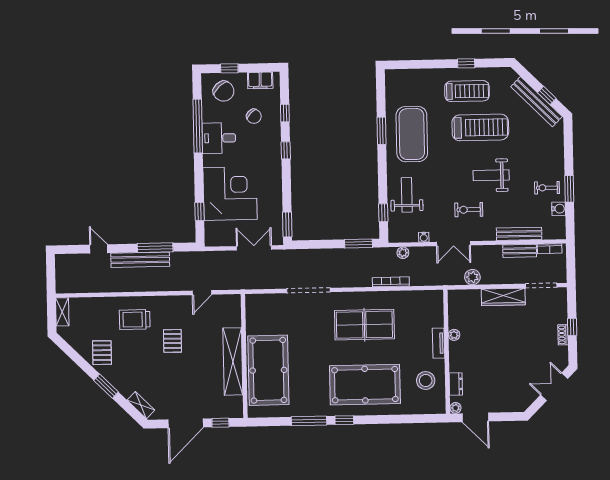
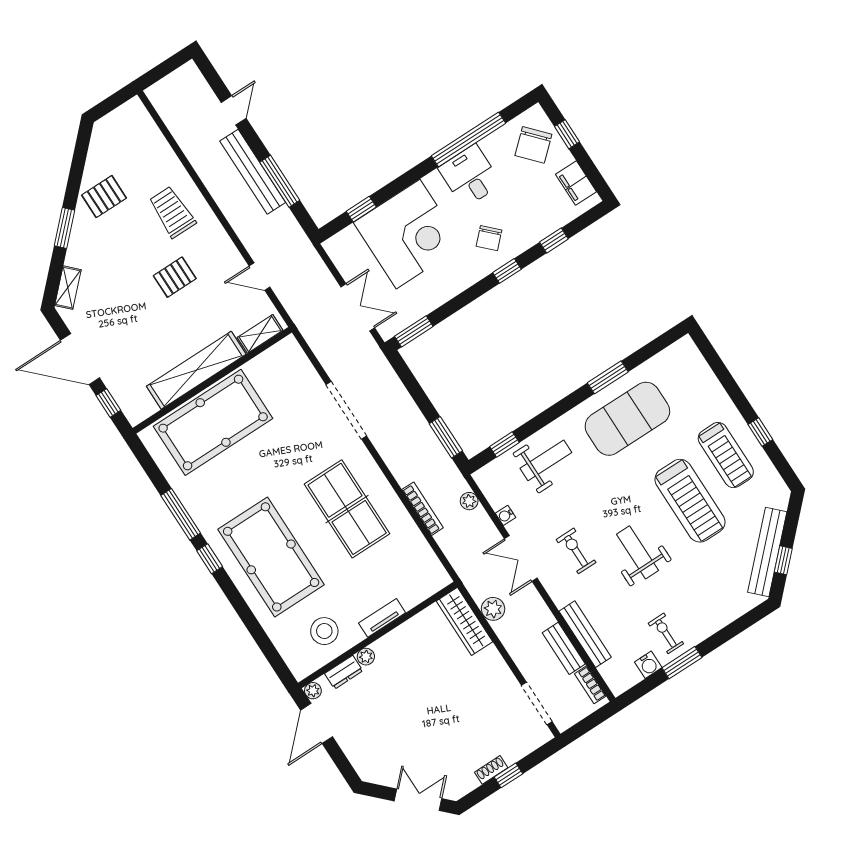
chair: (254, 116) -> (489, 238), moved
wardrobe: (503, 297) -> (464, 621), moved
shelving: (62, 312) -> (260, 334), moved
plant: (454, 335) -> (366, 657), moved

